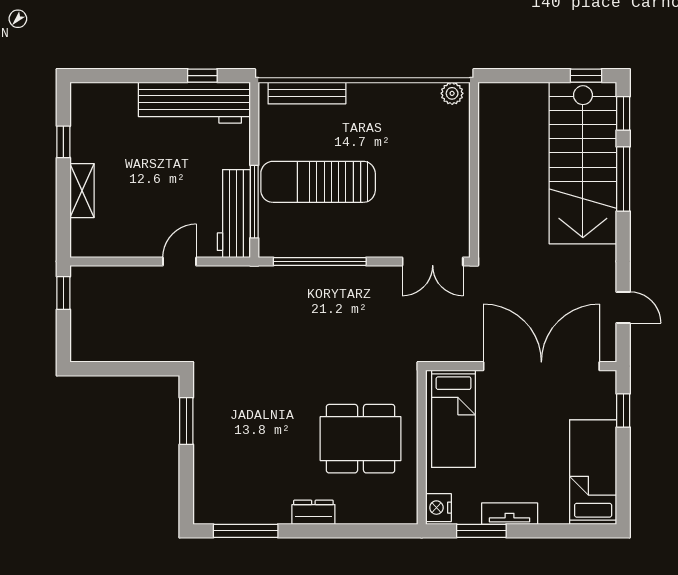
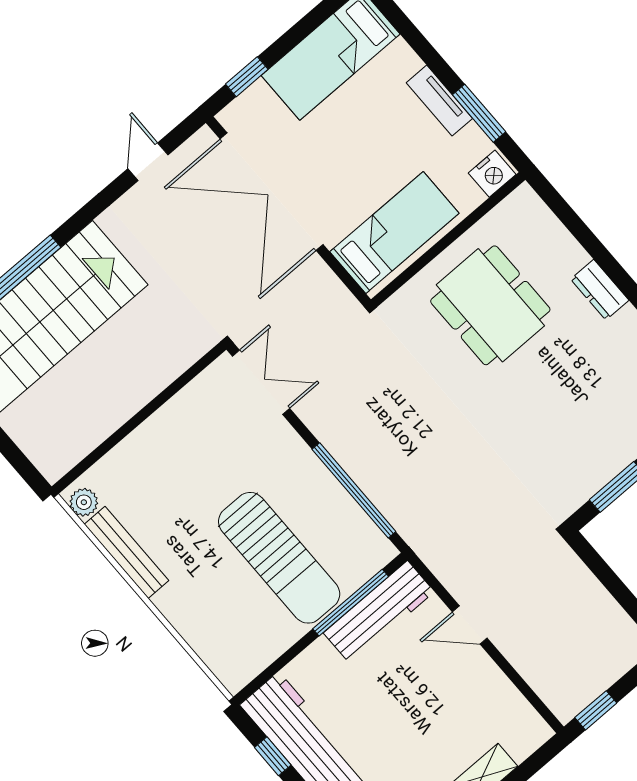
bench: (307, 93) -> (127, 552), moved

